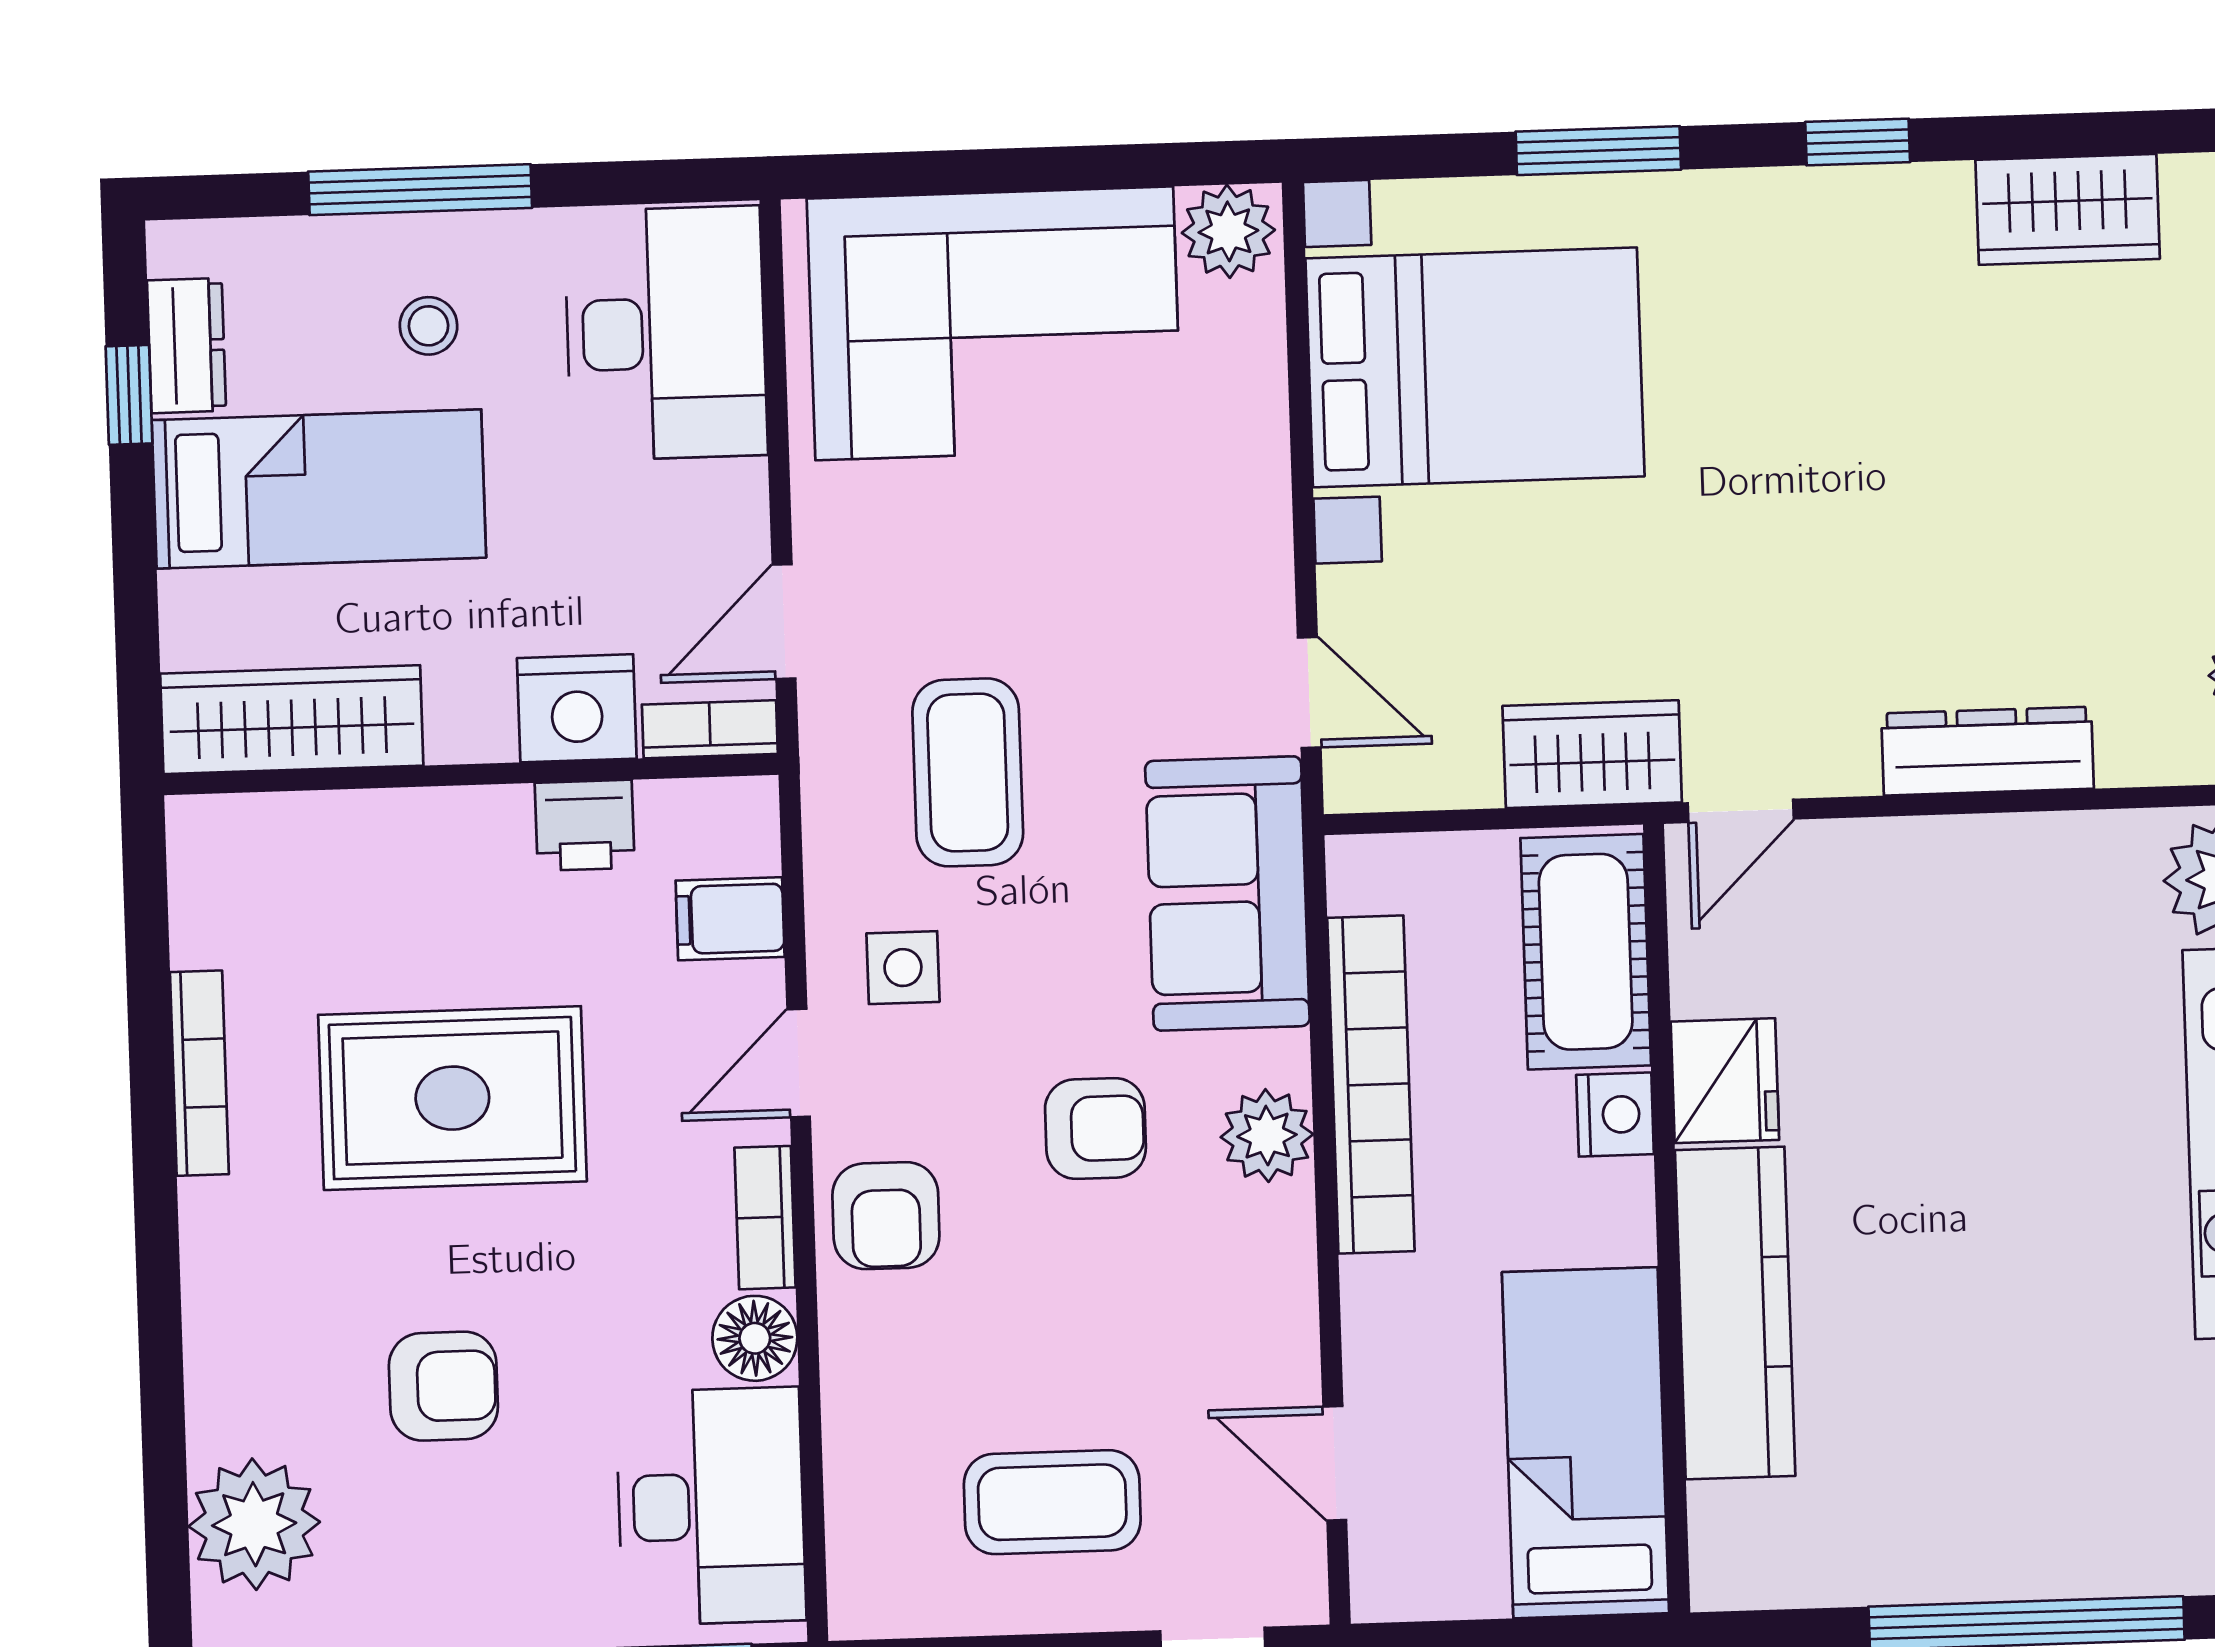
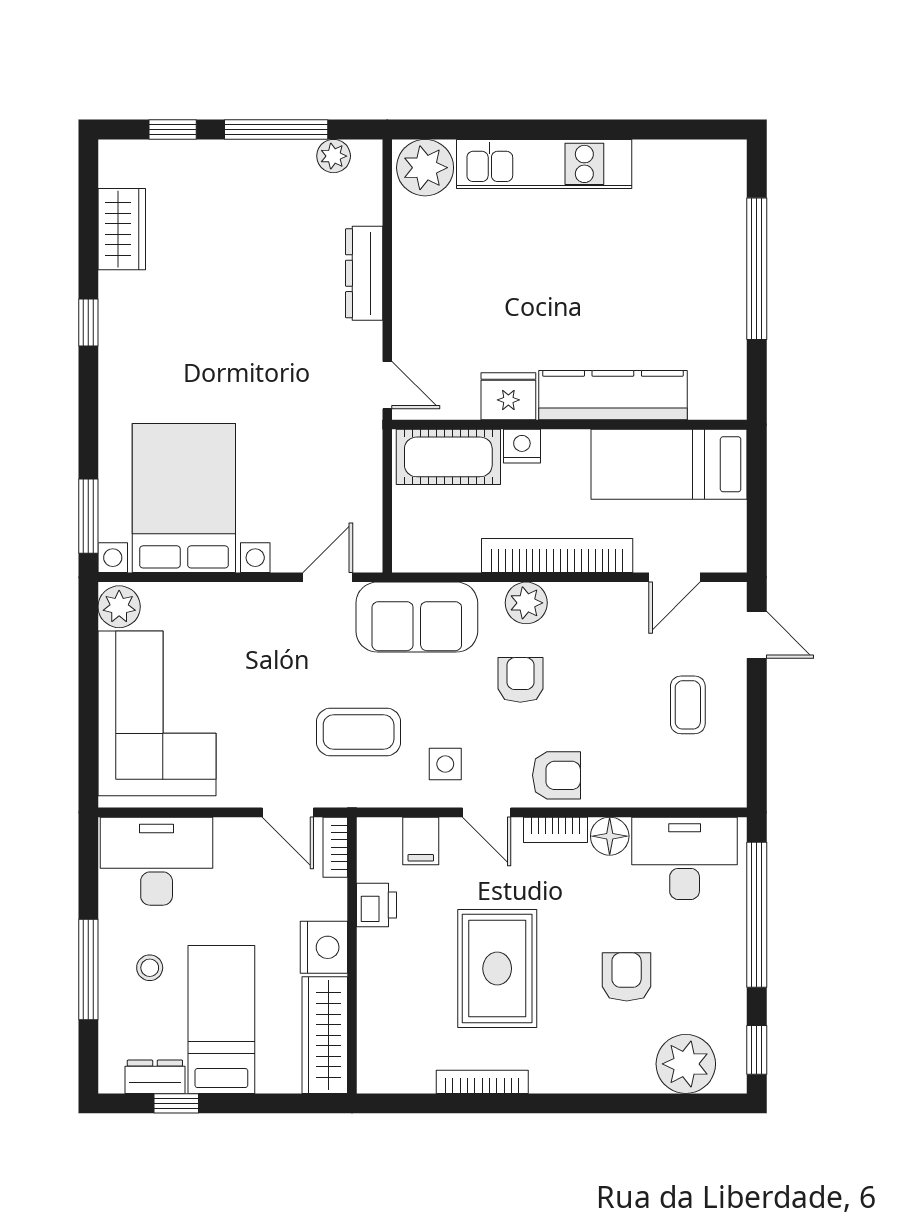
window: (1598, 151) -> (88, 516), moved
nightstand: (577, 708) -> (324, 947), moved
wardrobe: (1592, 754) -> (360, 451), removed
bookcase: (1371, 1085) -> (557, 555), moved
coffee table: (1052, 1502) -> (688, 705), width x0.73, depth x0.77

